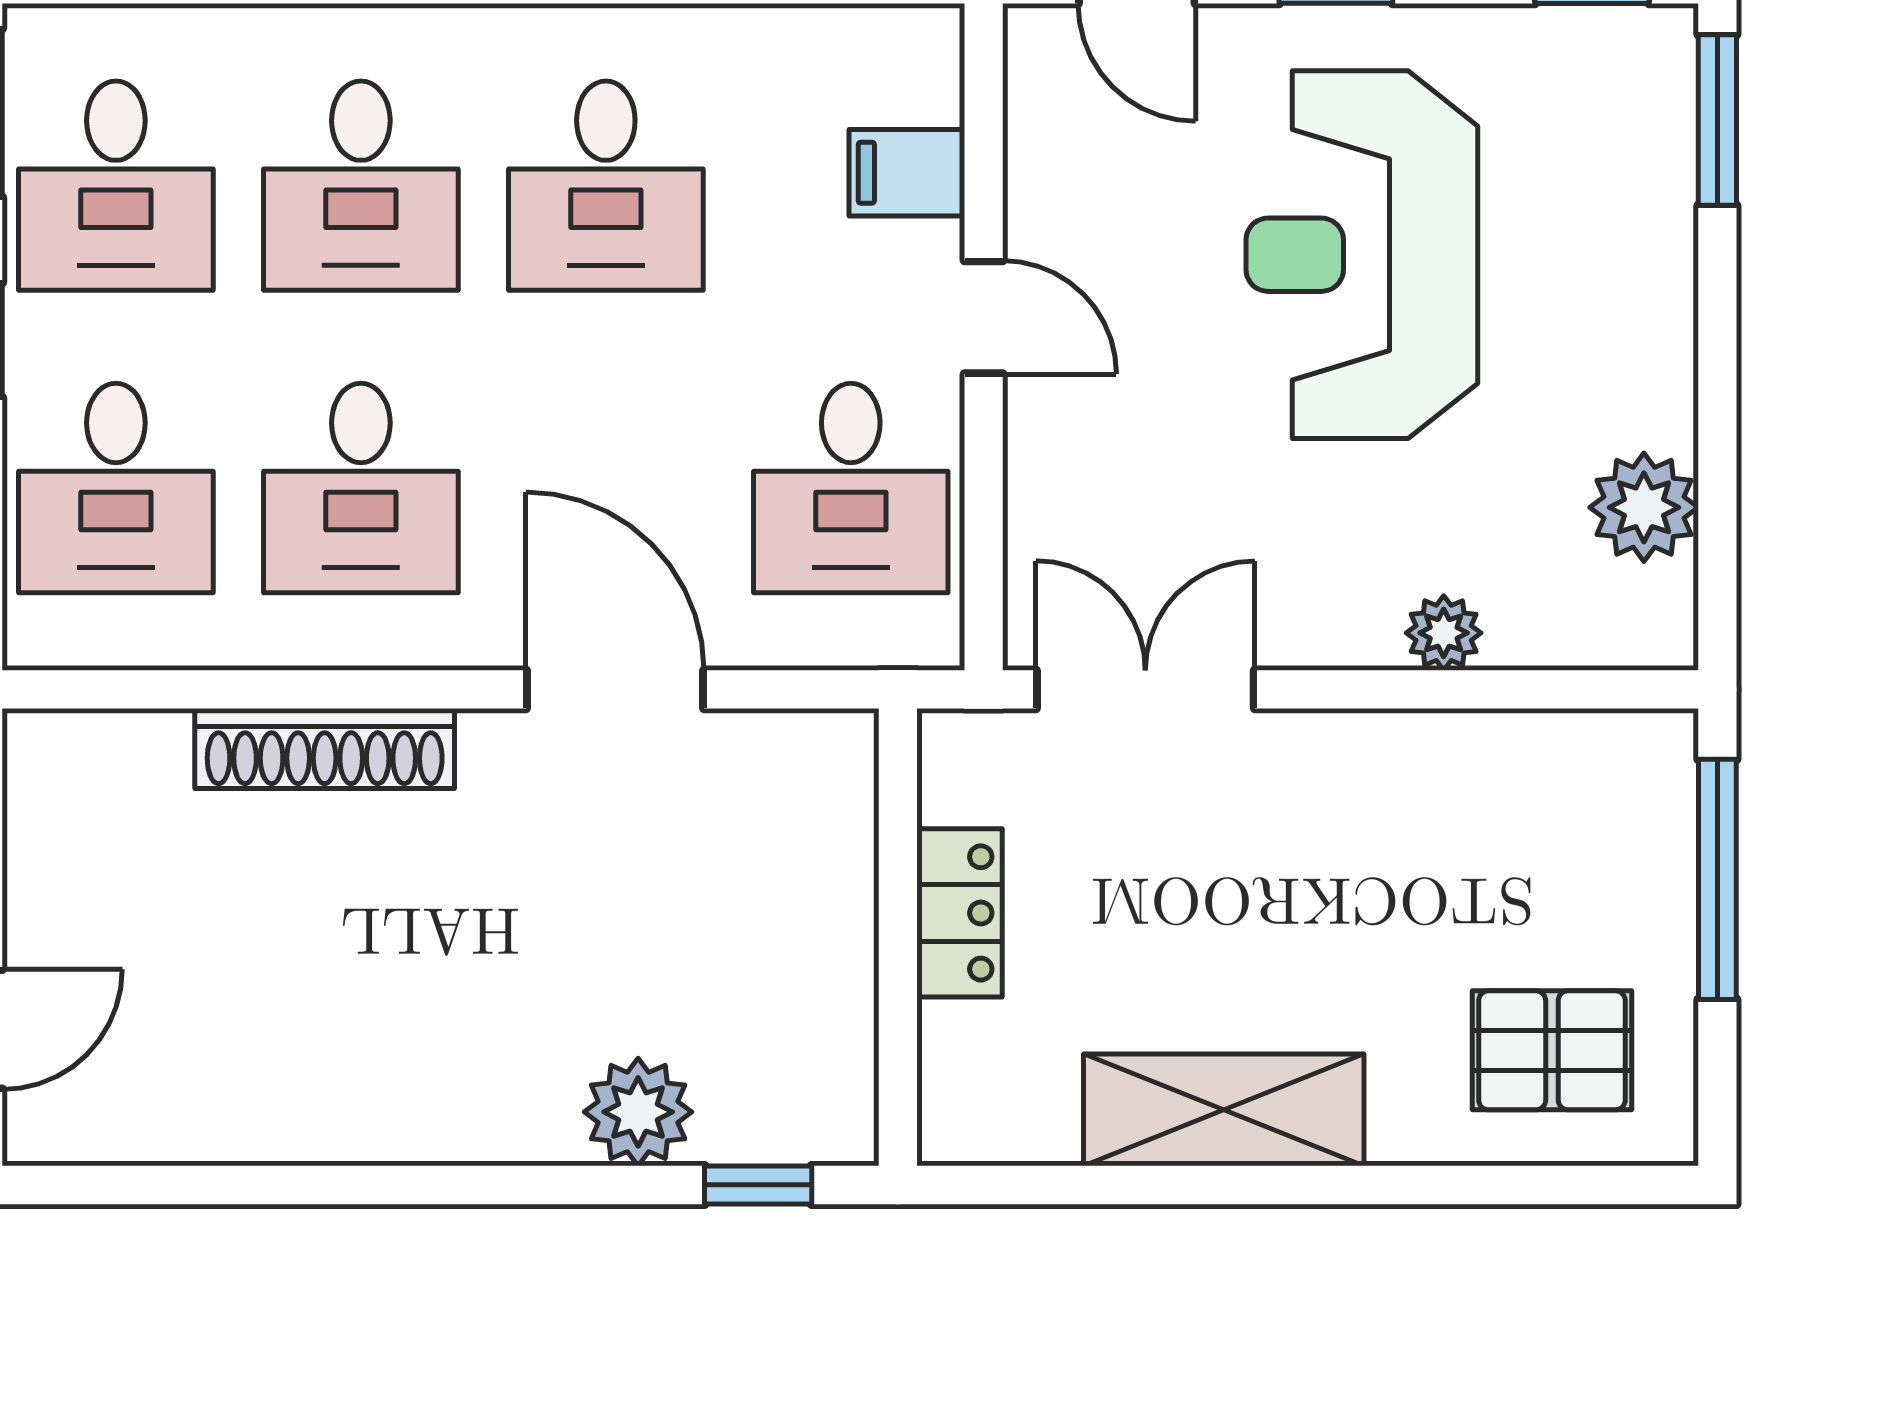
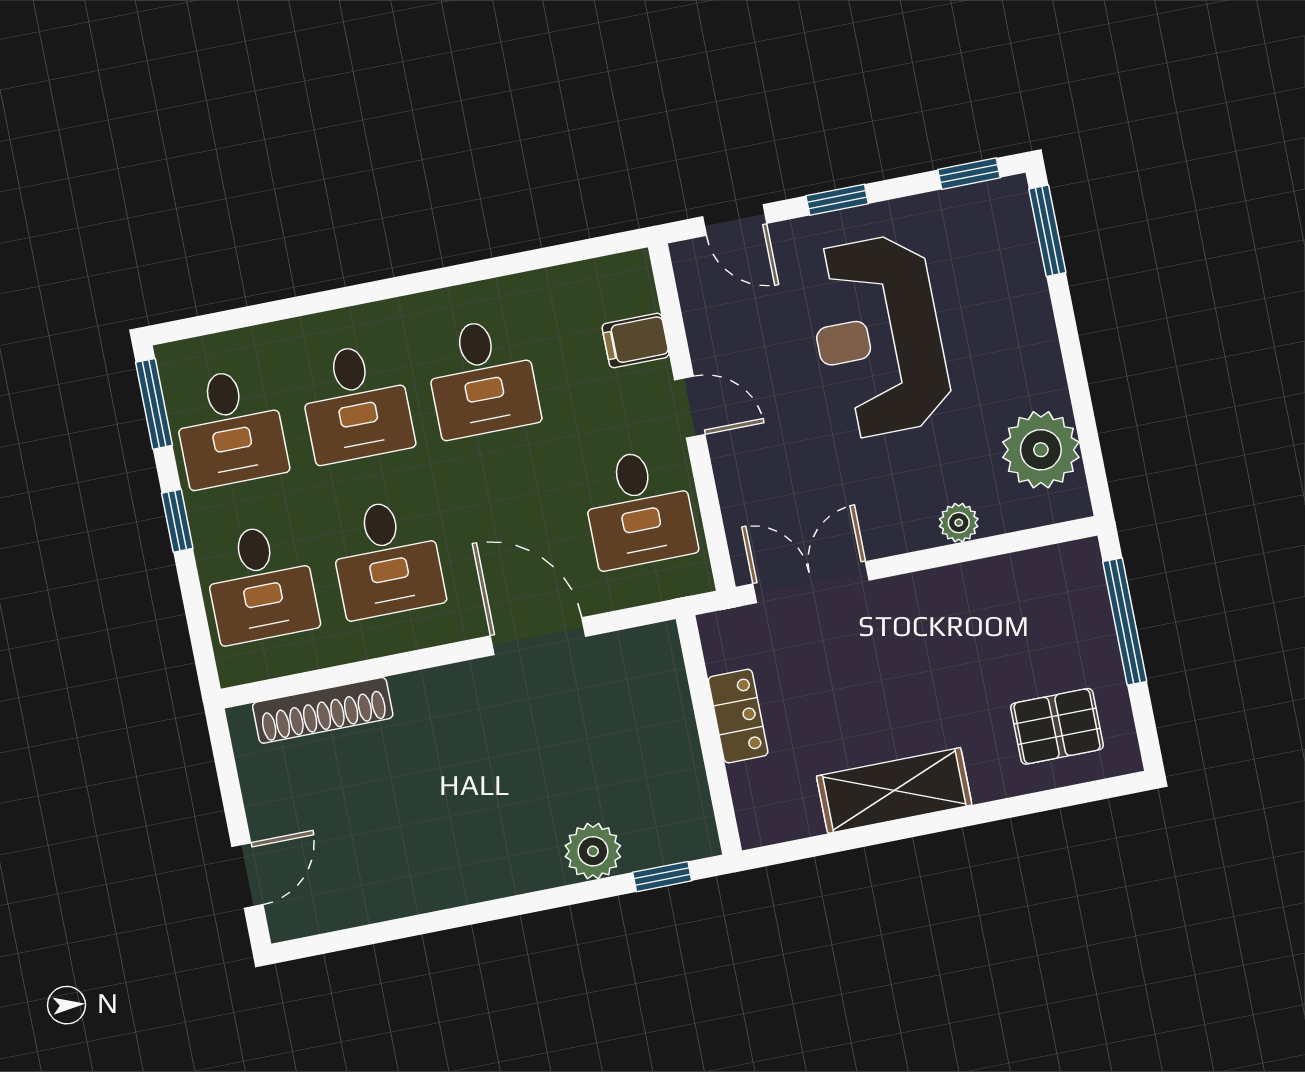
plant: (1644, 507) -> (1041, 450), width x1.36, depth x1.36
shoe rack: (325, 749) -> (323, 710), moved

